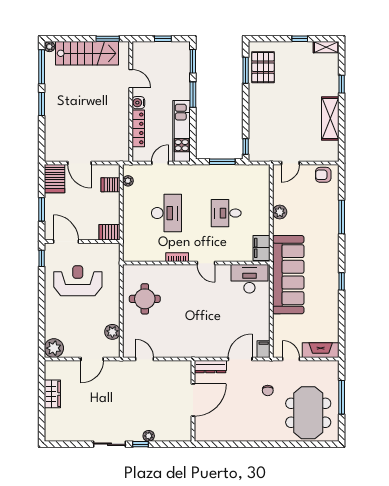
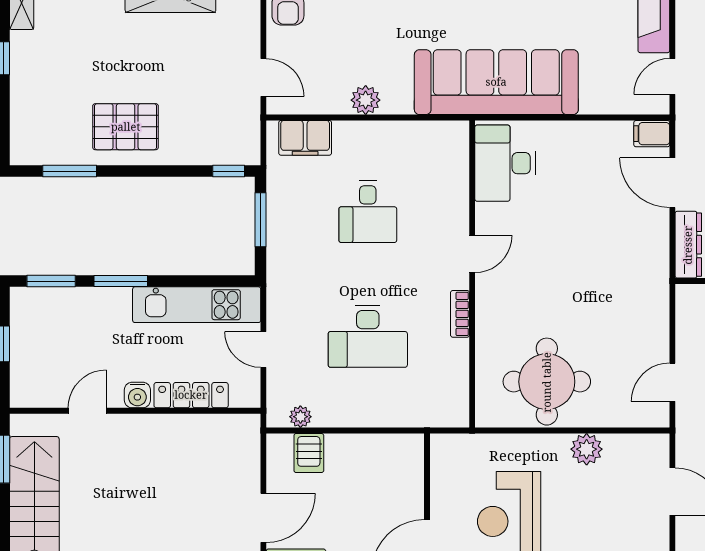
pallet: (263, 67) -> (126, 127), moved
desk: (166, 213) -> (368, 336), turned 180
server rack: (110, 232) -> (408, 455), removed
filing cabinet: (262, 248) -> (305, 138), moved
round table: (145, 299) -> (547, 382), width x1.36, depth x1.36
plant: (112, 332) -> (587, 449), moved

